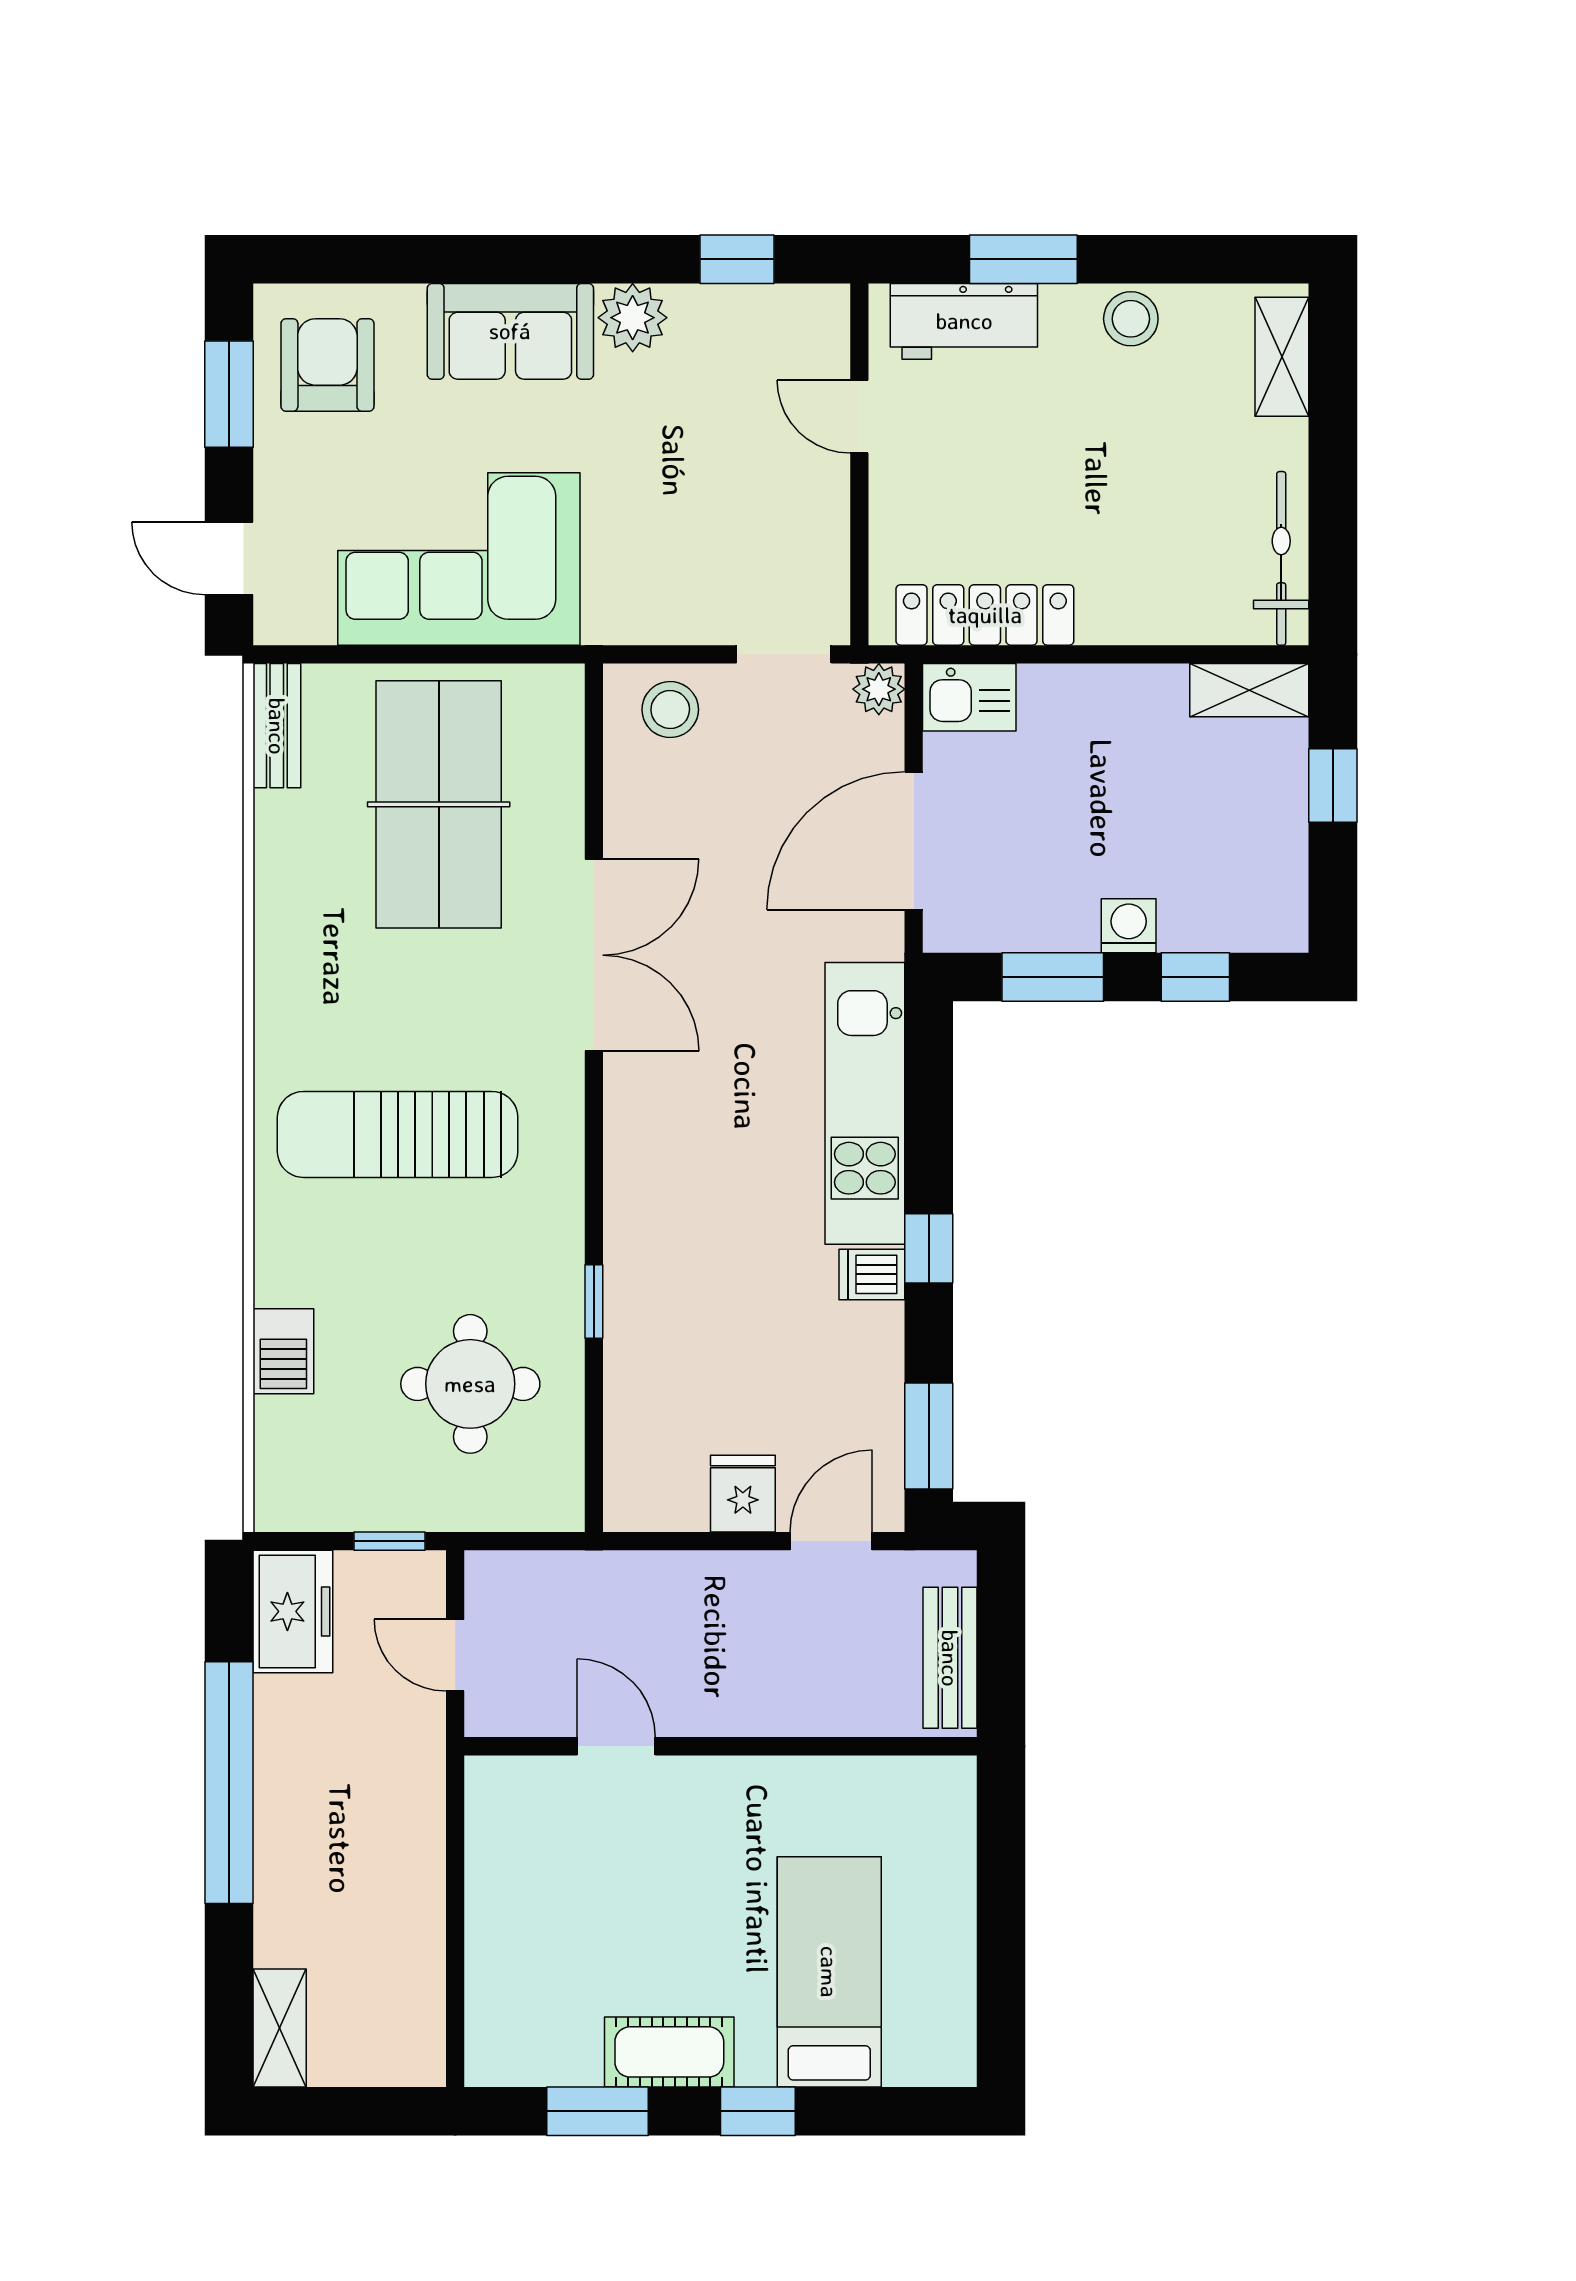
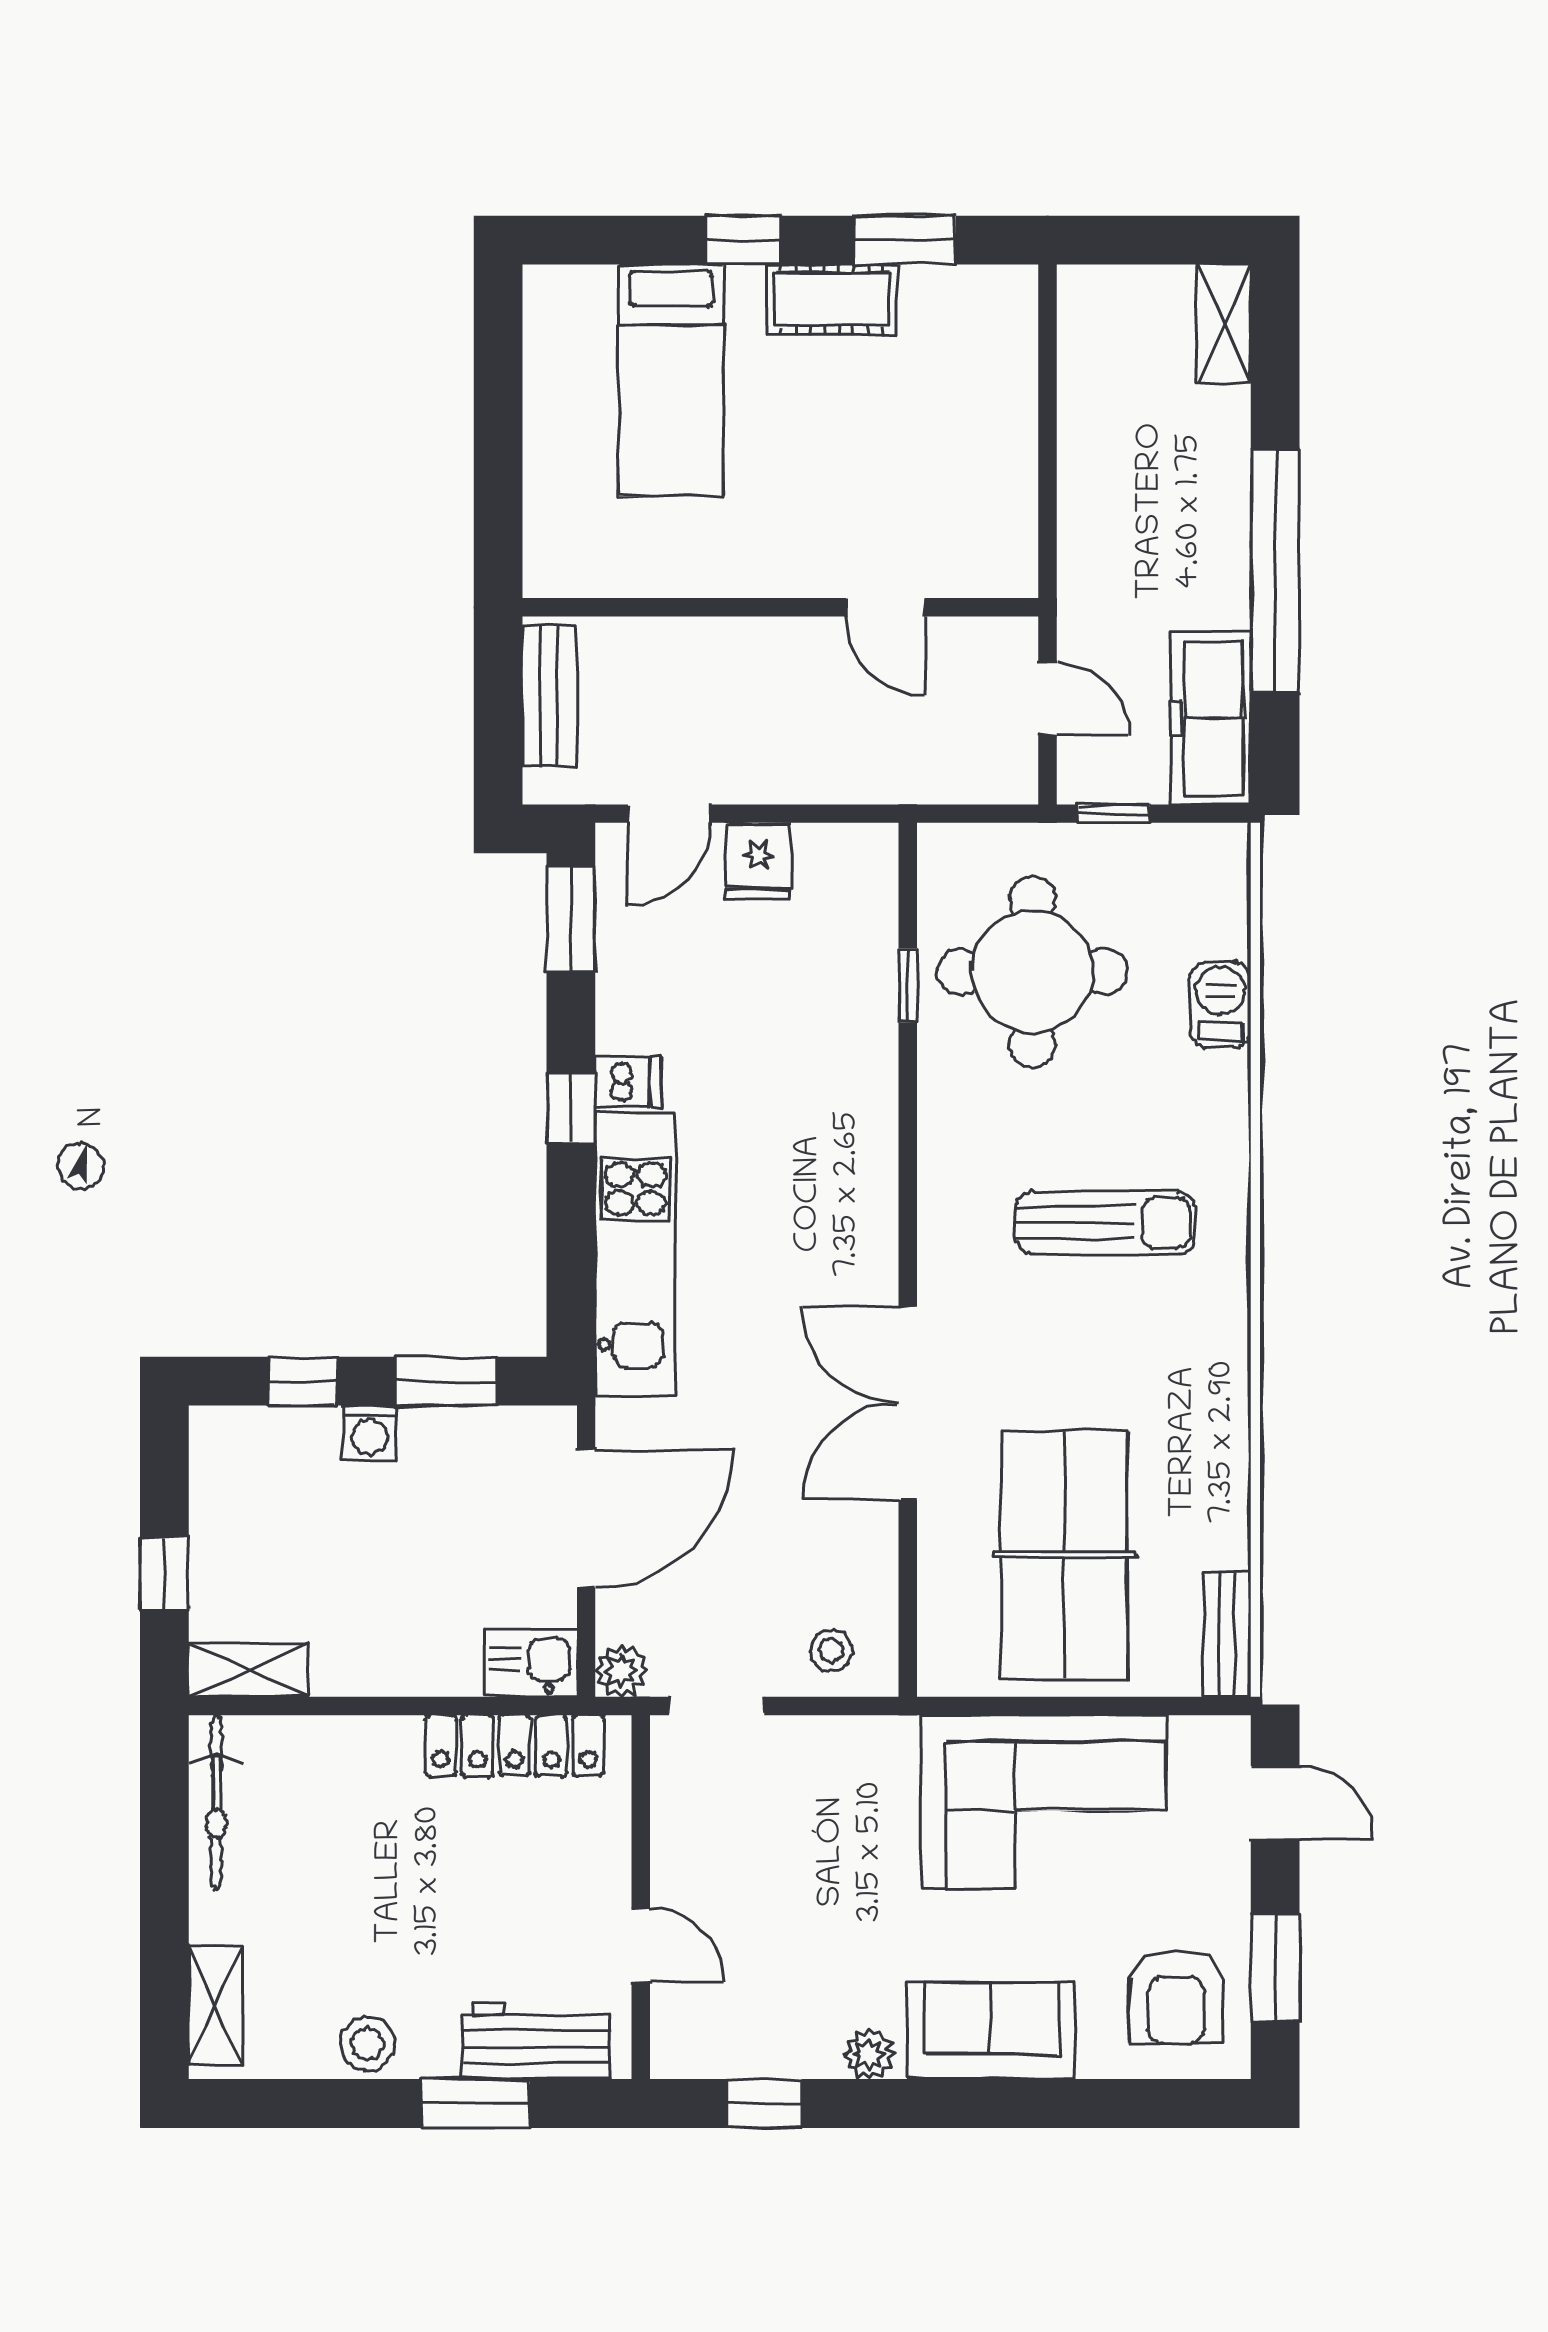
plant: (633, 318) -> (869, 2054), width x0.73, depth x0.73
stool: (670, 710) -> (831, 1650), width x0.73, depth x0.73
sun lounger: (398, 1134) -> (1105, 1223), width x0.73, depth x0.75
window: (594, 1302) -> (908, 985), moved
round table: (470, 1384) -> (1032, 972), width x1.36, depth x1.36
freezer: (293, 1611) -> (1211, 718), width x1.40

